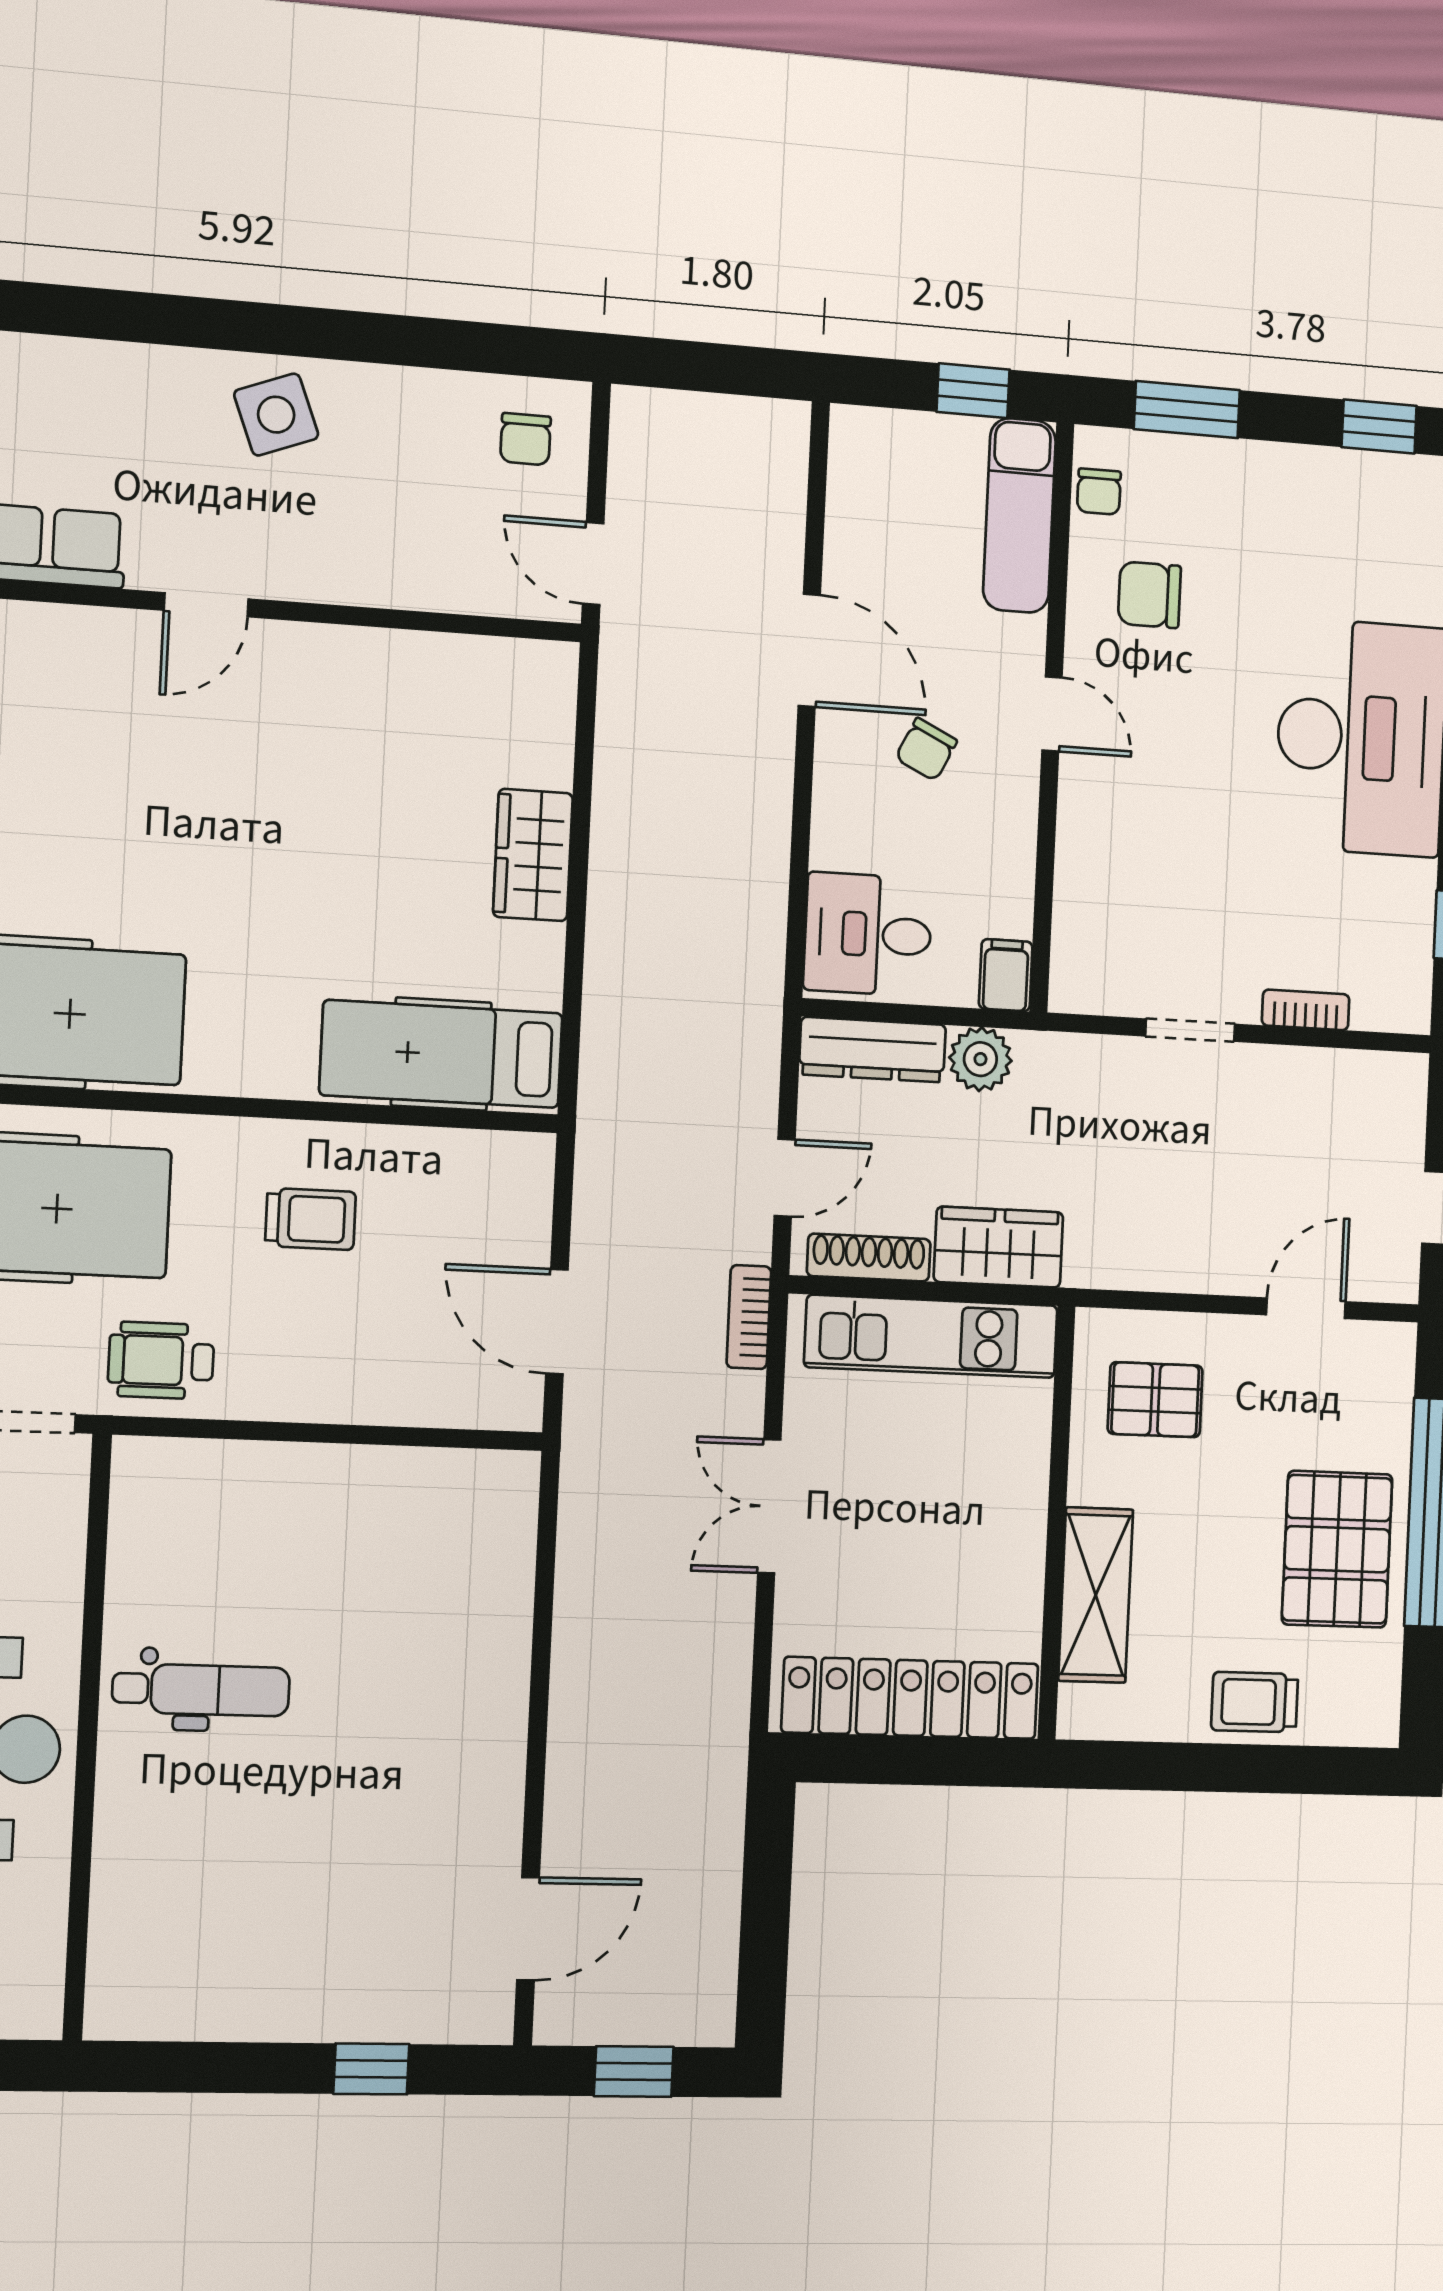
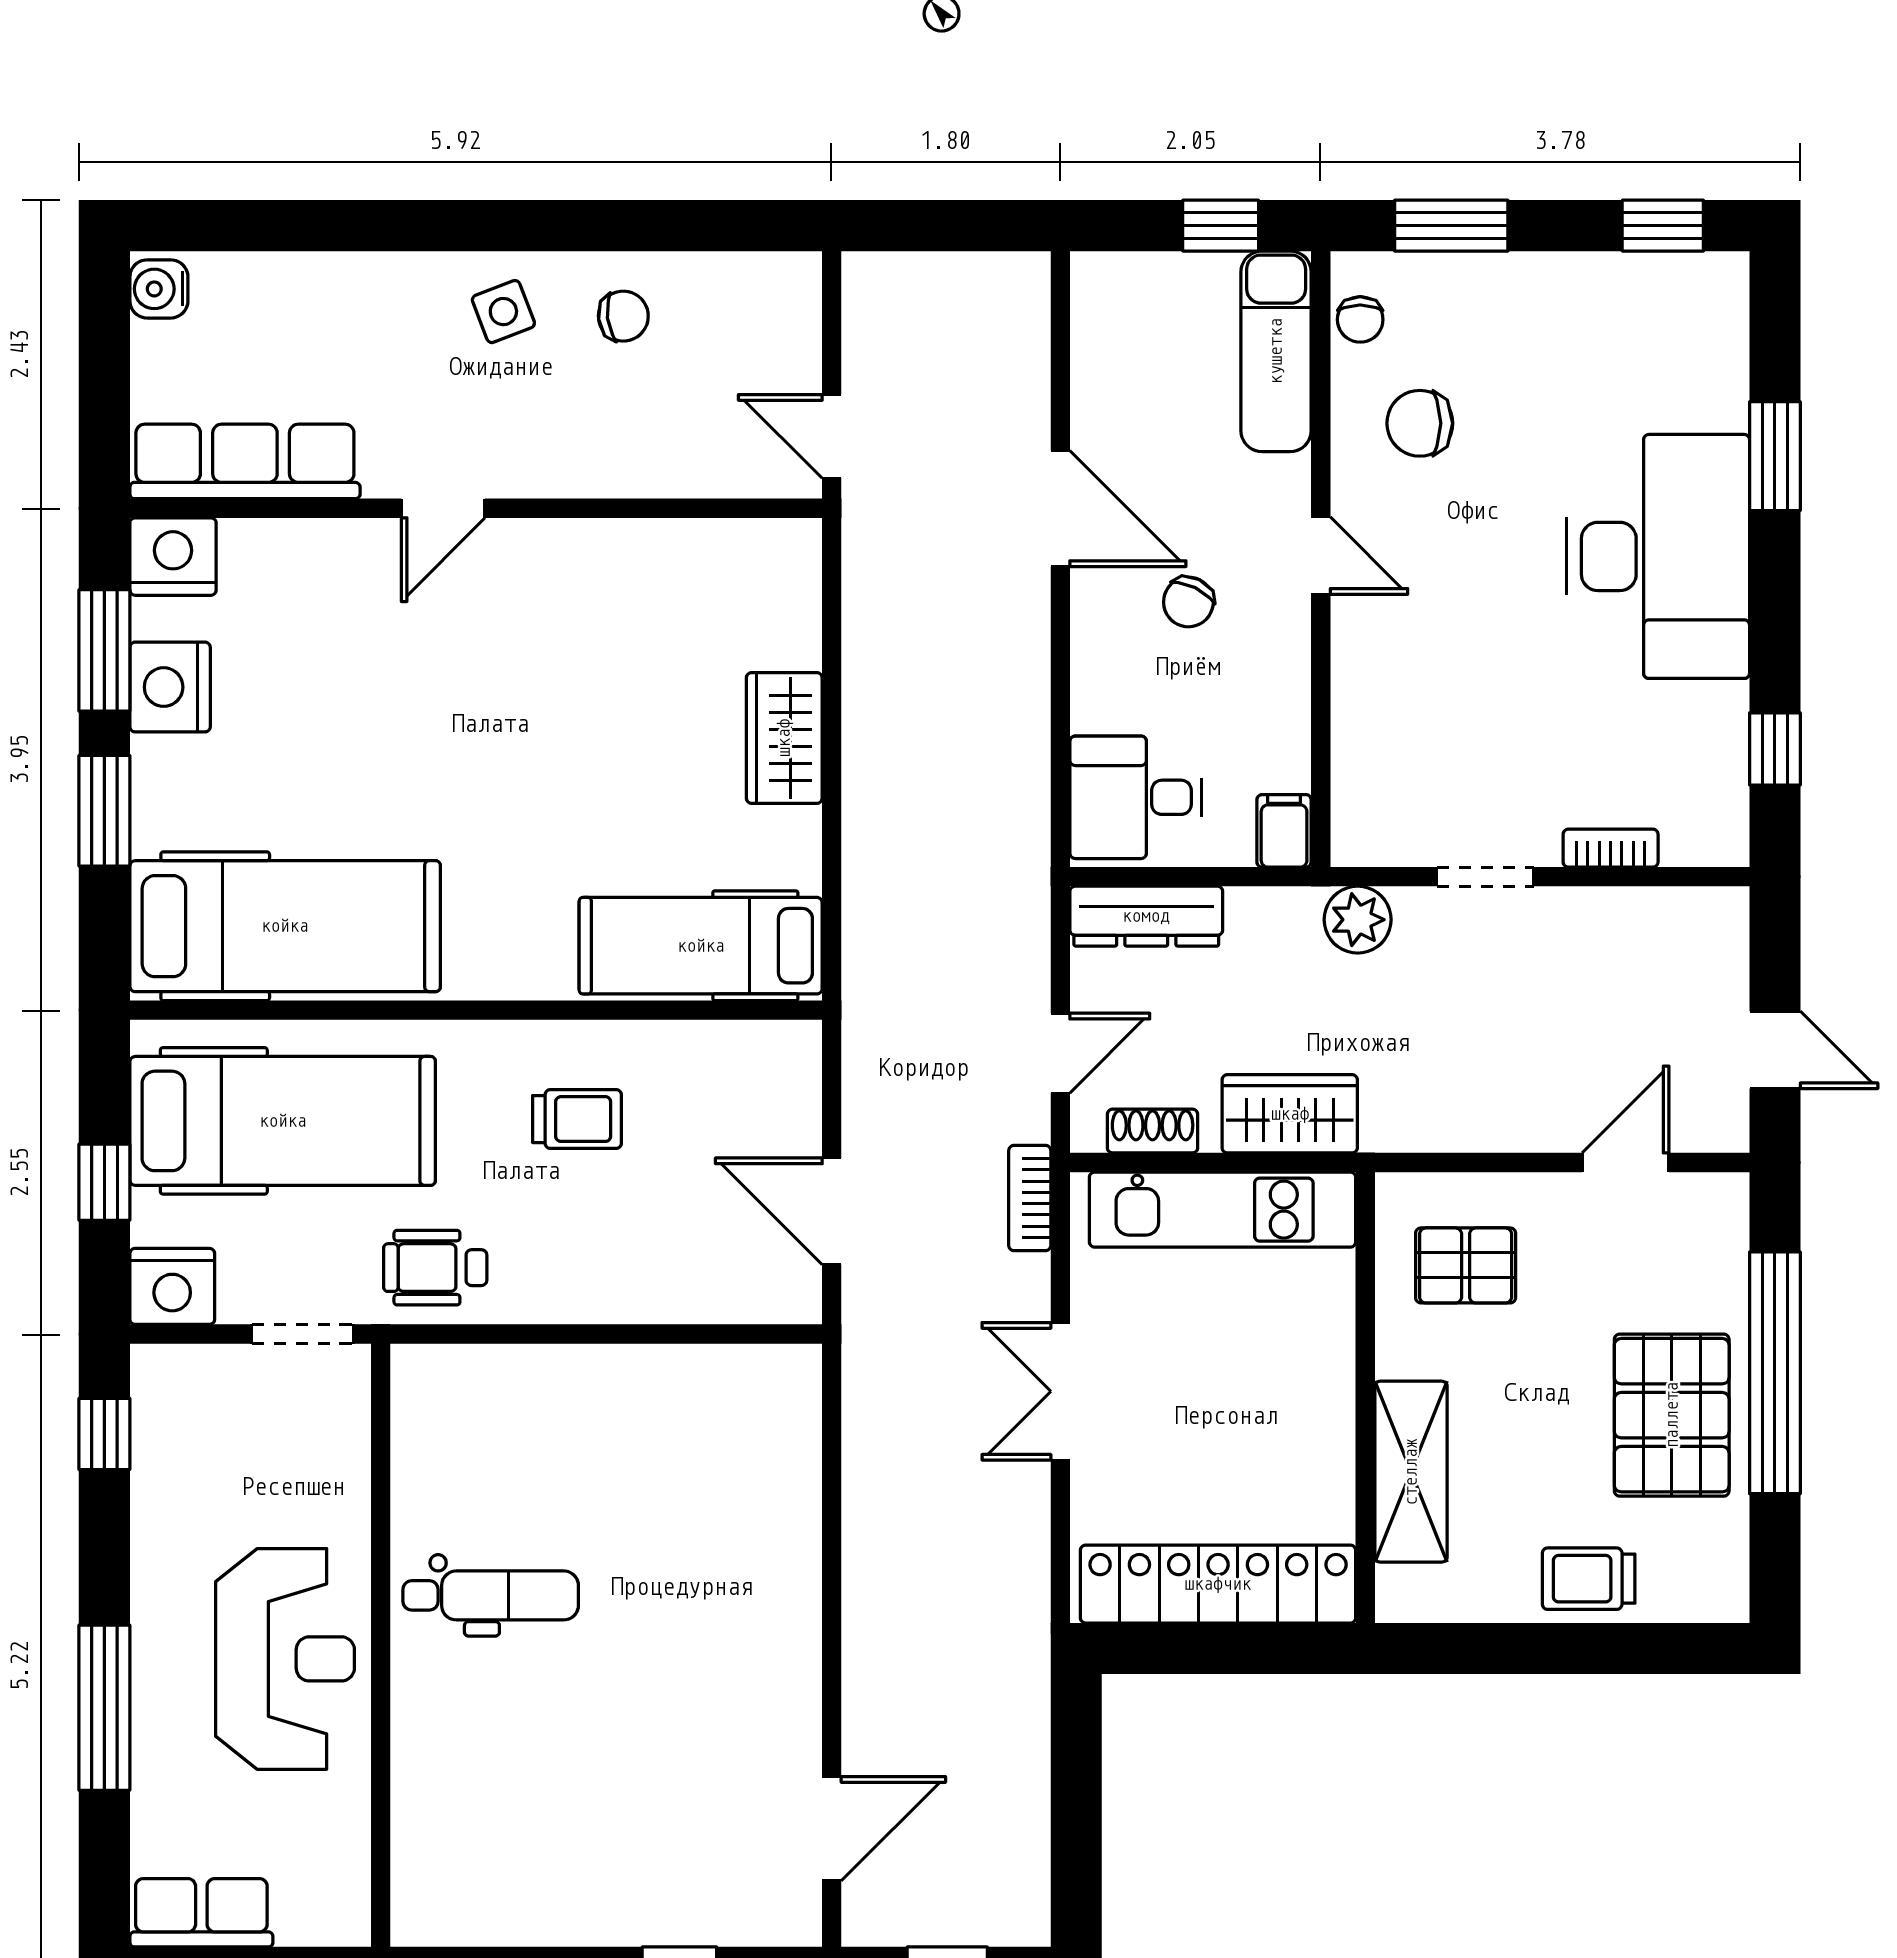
side table: (276, 415) -> (503, 312), width x0.73, depth x0.73
chair: (525, 439) -> (623, 316), moved, turned -97
plant: (980, 1059) -> (1358, 920), moved
shoe rack: (869, 1258) -> (1153, 1131), width x0.70

